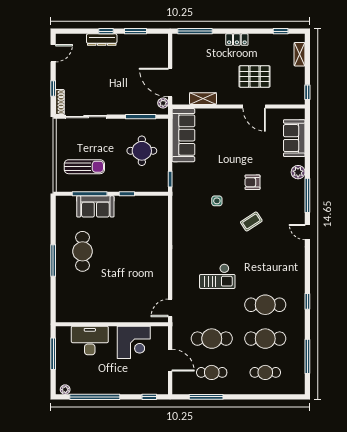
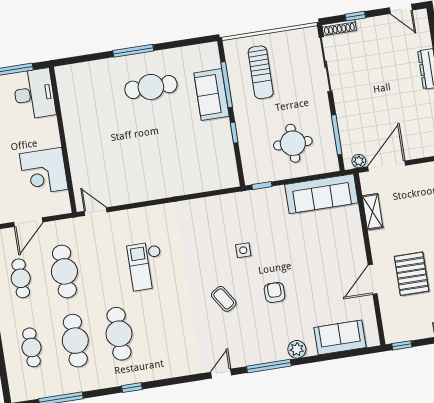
desk: (90, 340) -> (34, 94), moved

